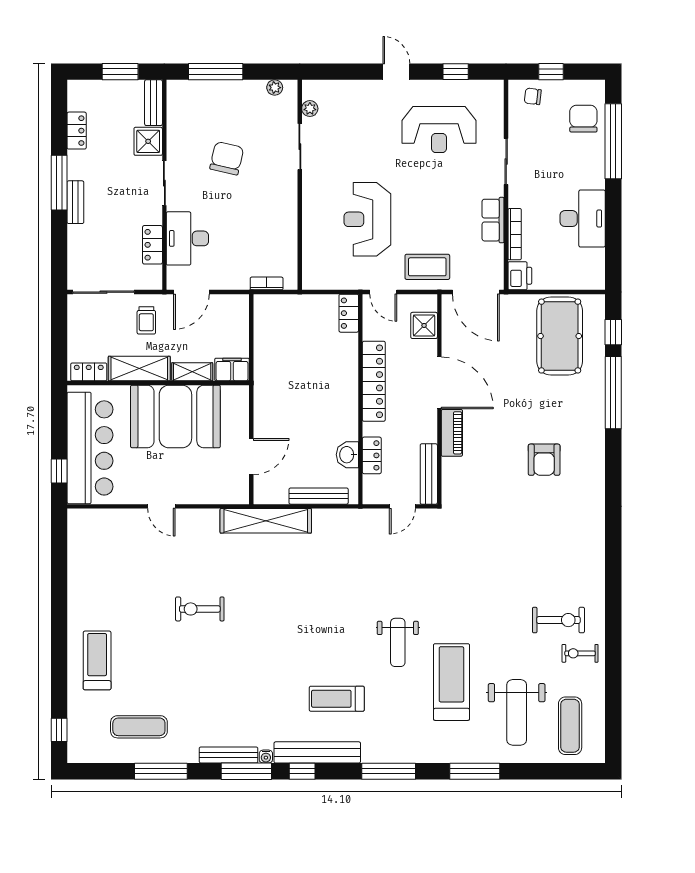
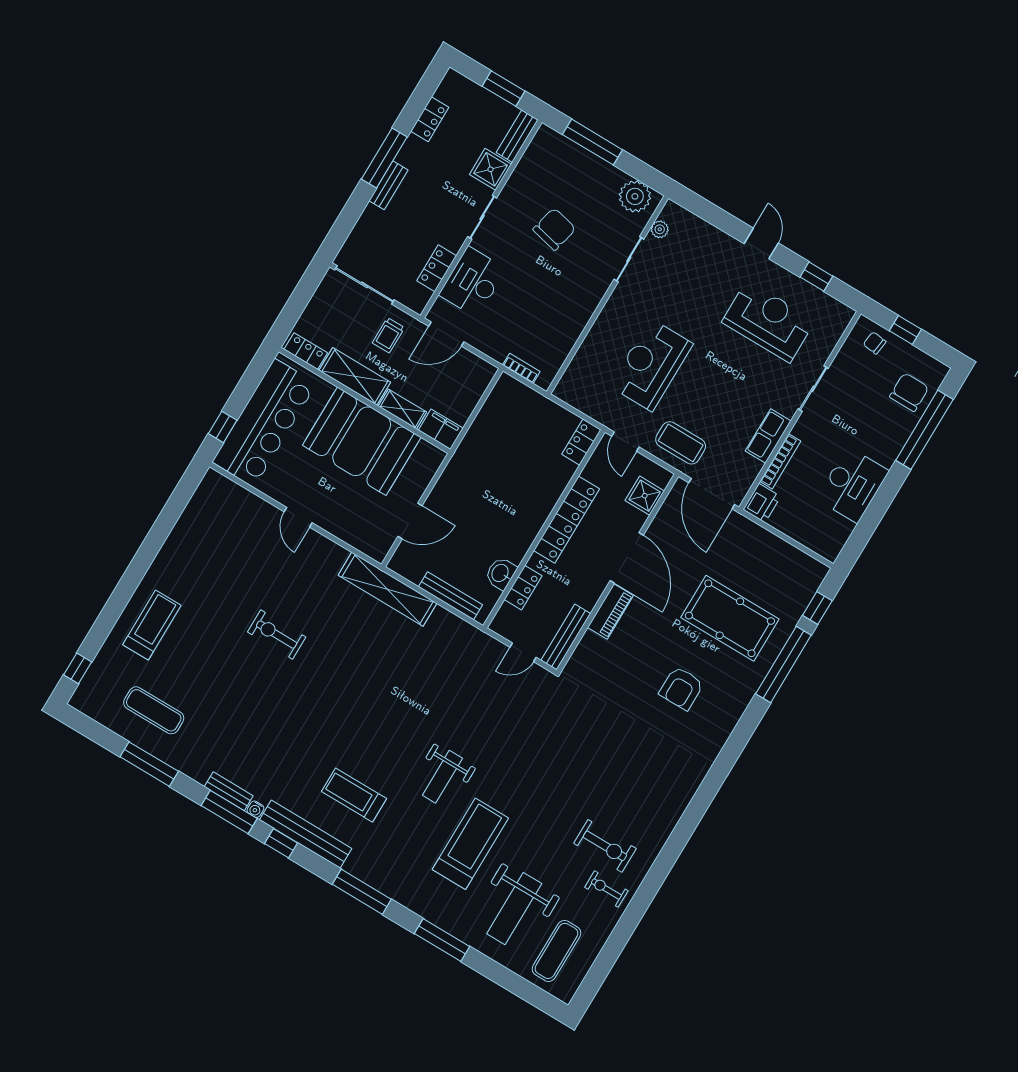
plant: (275, 88) -> (635, 196), width x1.88, depth x1.88
reception desk: (439, 130) -> (768, 321), turned 180
pool table: (560, 336) -> (730, 618), moved, turned 90
bench: (229, 755) -> (229, 791), width x0.73

